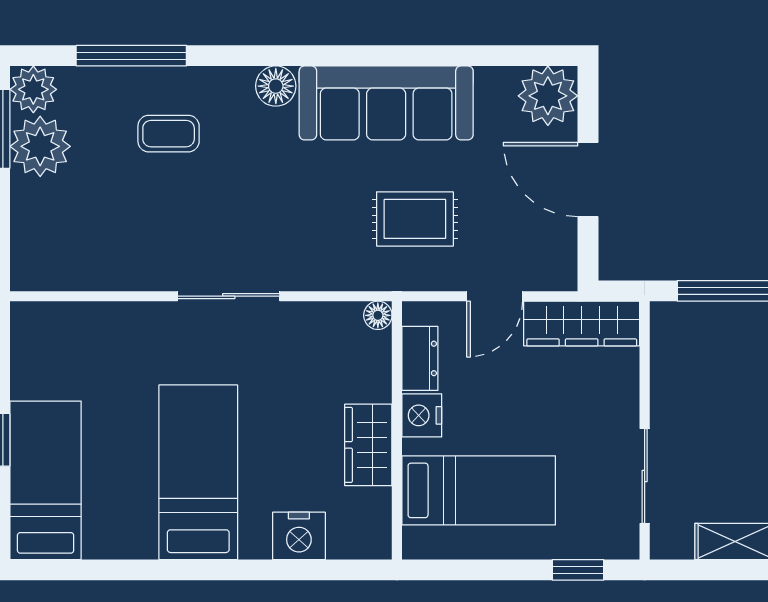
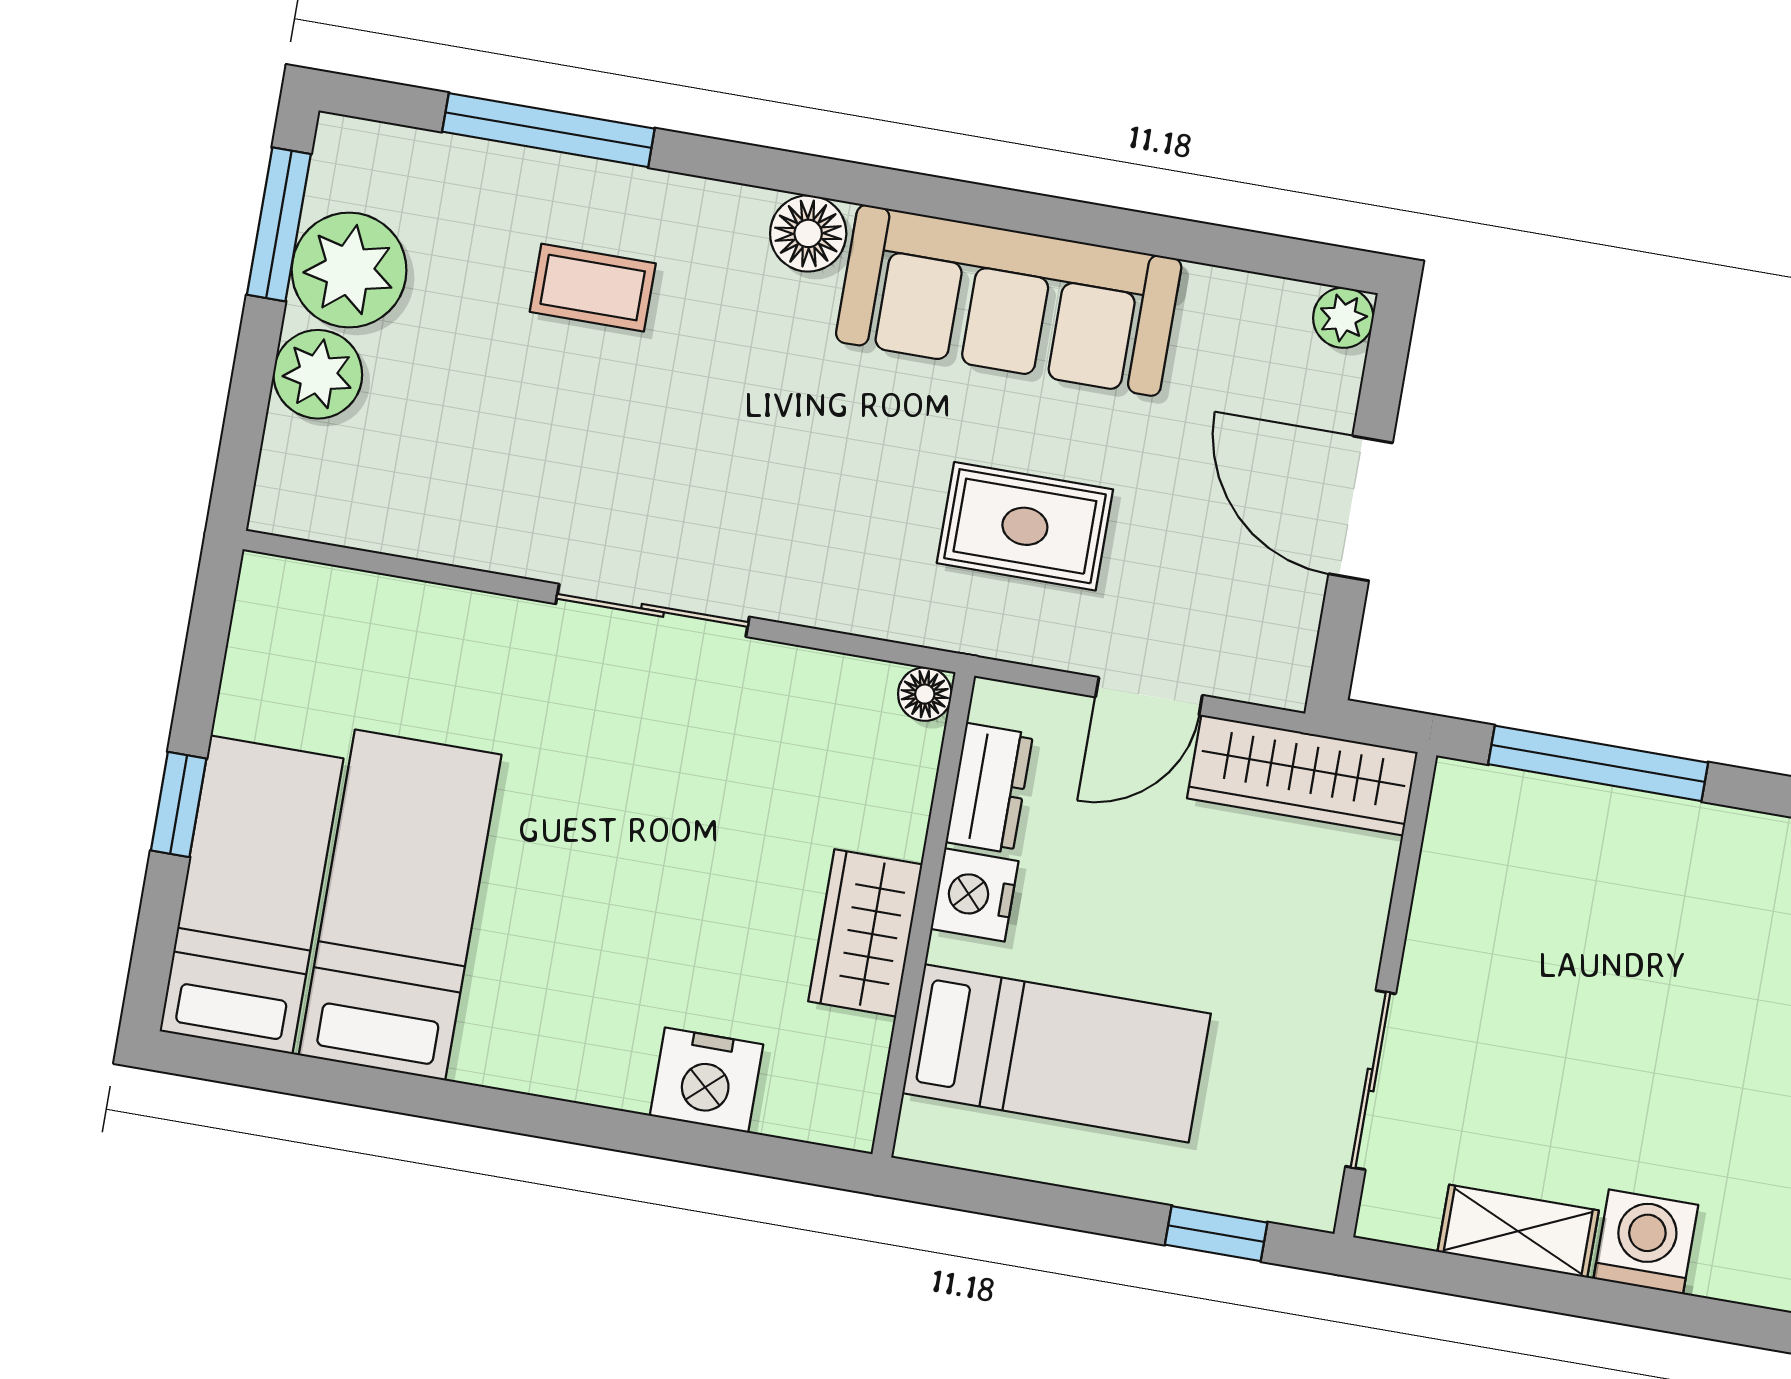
plant: (33, 89) -> (318, 374), moved
plant: (548, 96) -> (1343, 318), width x0.53, depth x0.53
bed: (198, 472) -> (400, 905), moved

